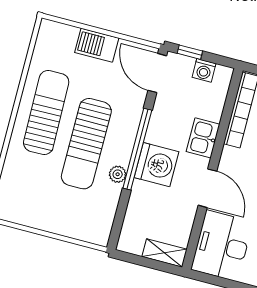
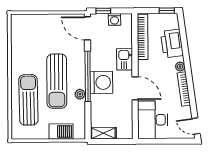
barbecue: (97, 45) -> (61, 131), moved, turned 180
sun lounger: (46, 113) -> (28, 100), moved
shelving: (164, 253) -> (103, 133), moved

